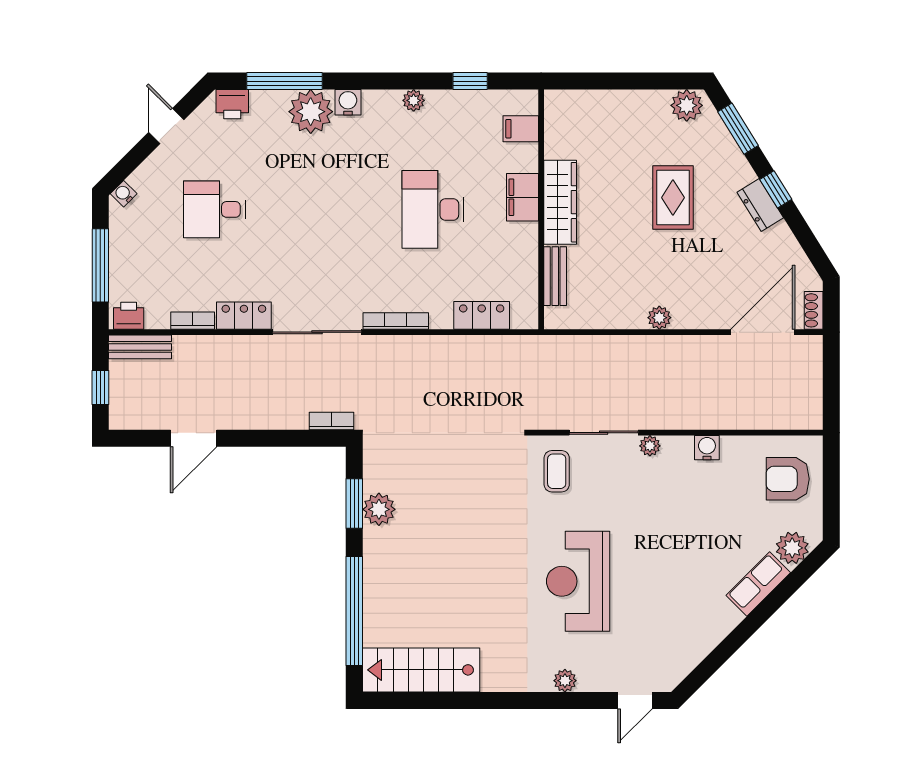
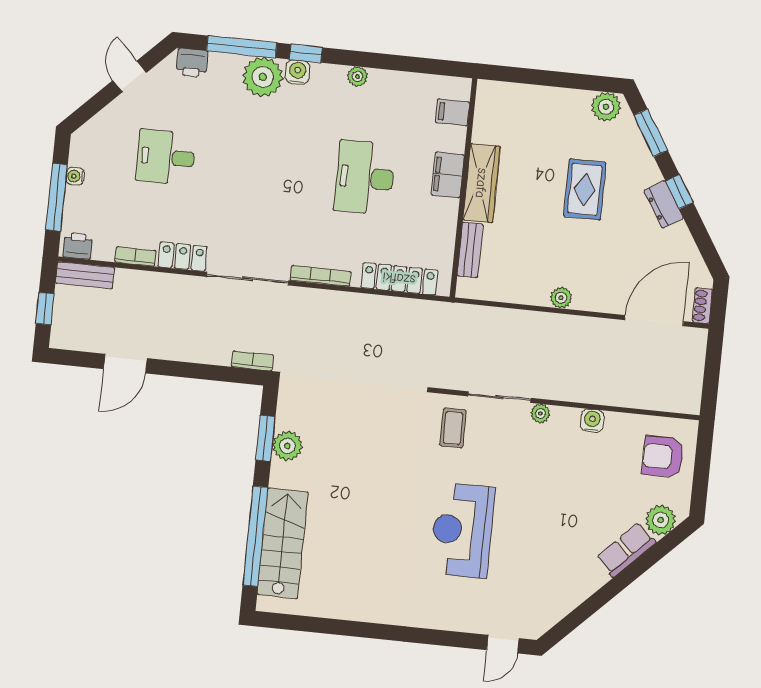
window: (470, 81) -> (306, 53), moved
water cooler: (124, 194) -> (75, 176), moved, turned -45
locker: (482, 315) -> (399, 279), width x1.53
stairs: (421, 670) -> (283, 543), moved, turned 90
plant: (565, 681) -> (441, 620), removed

